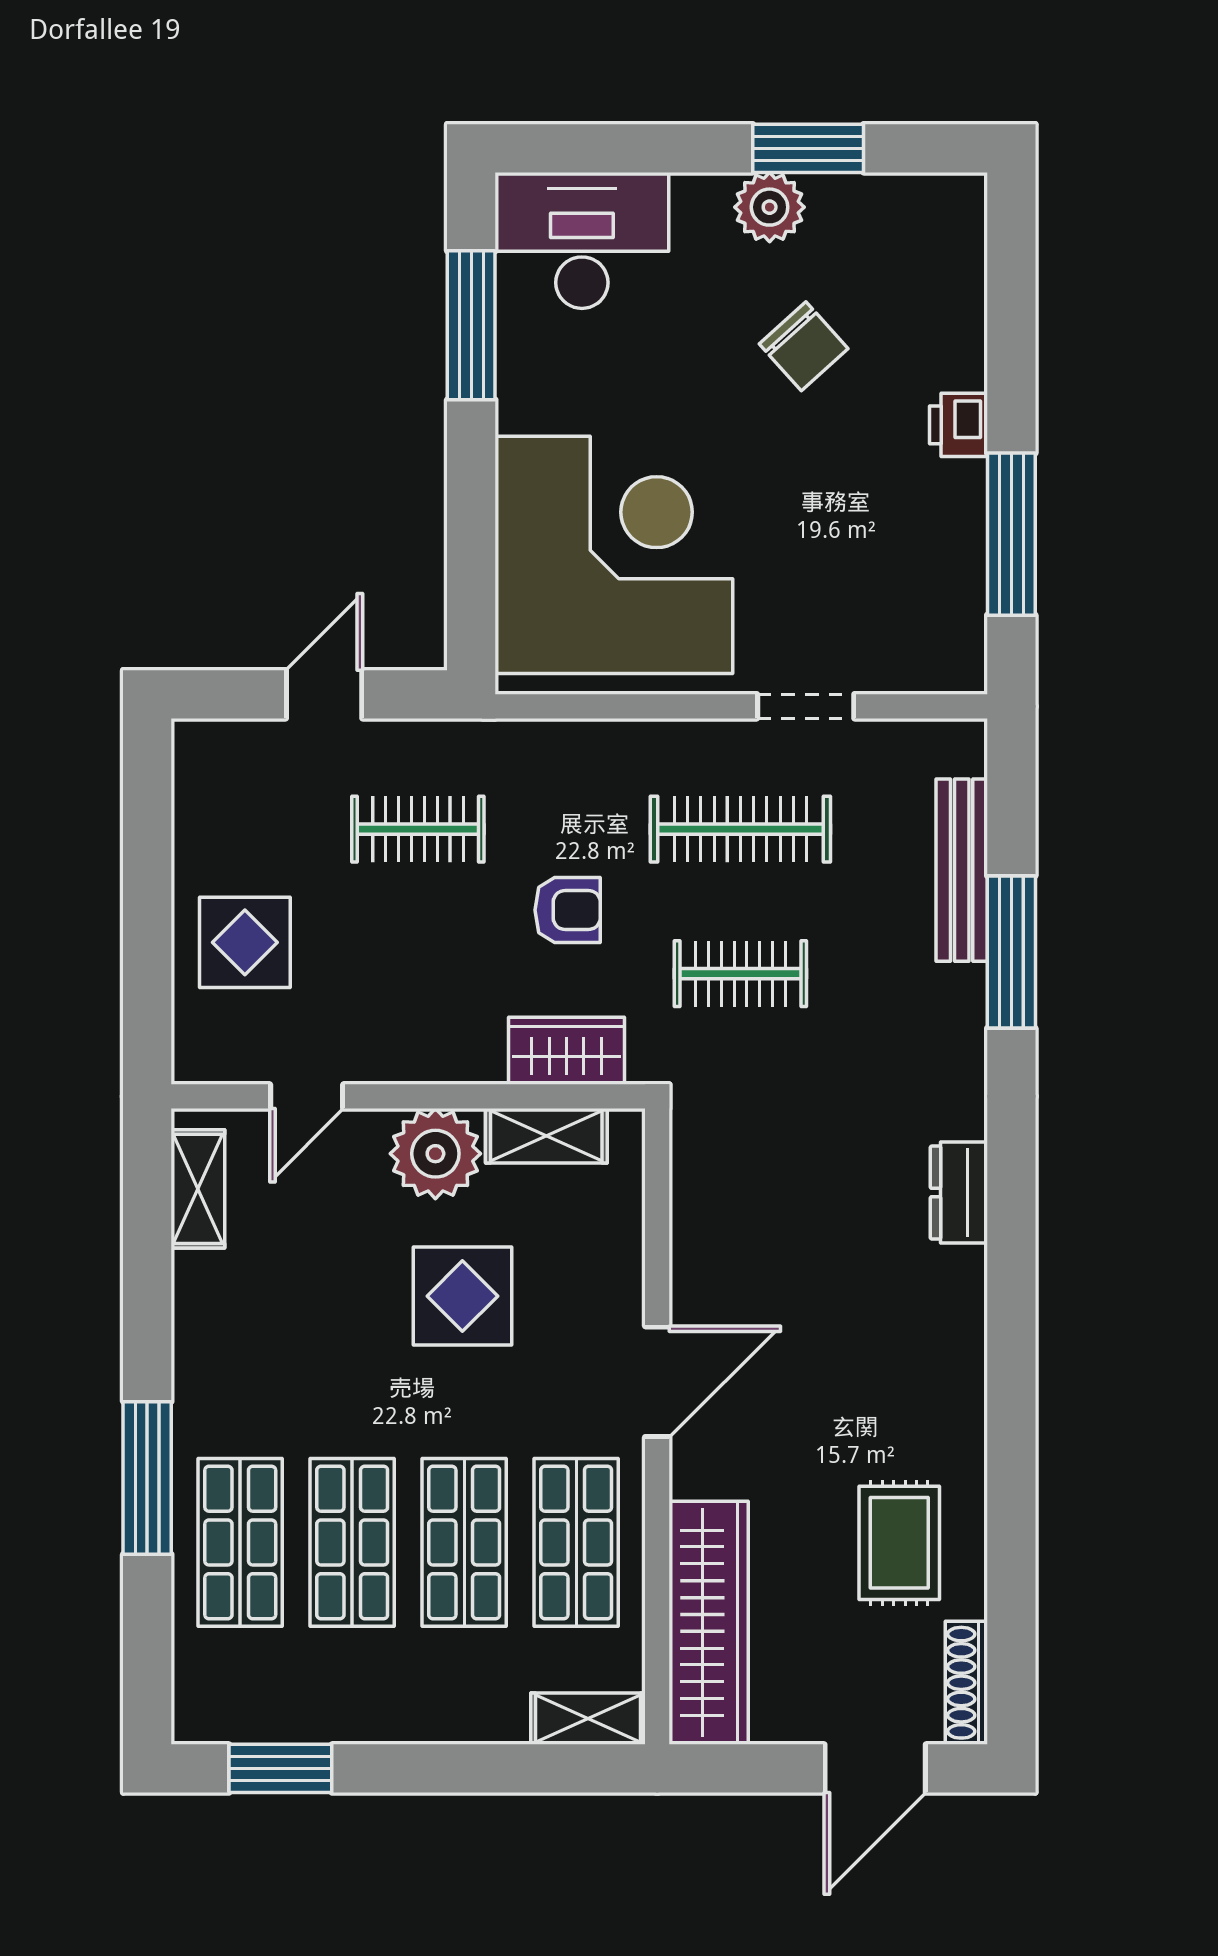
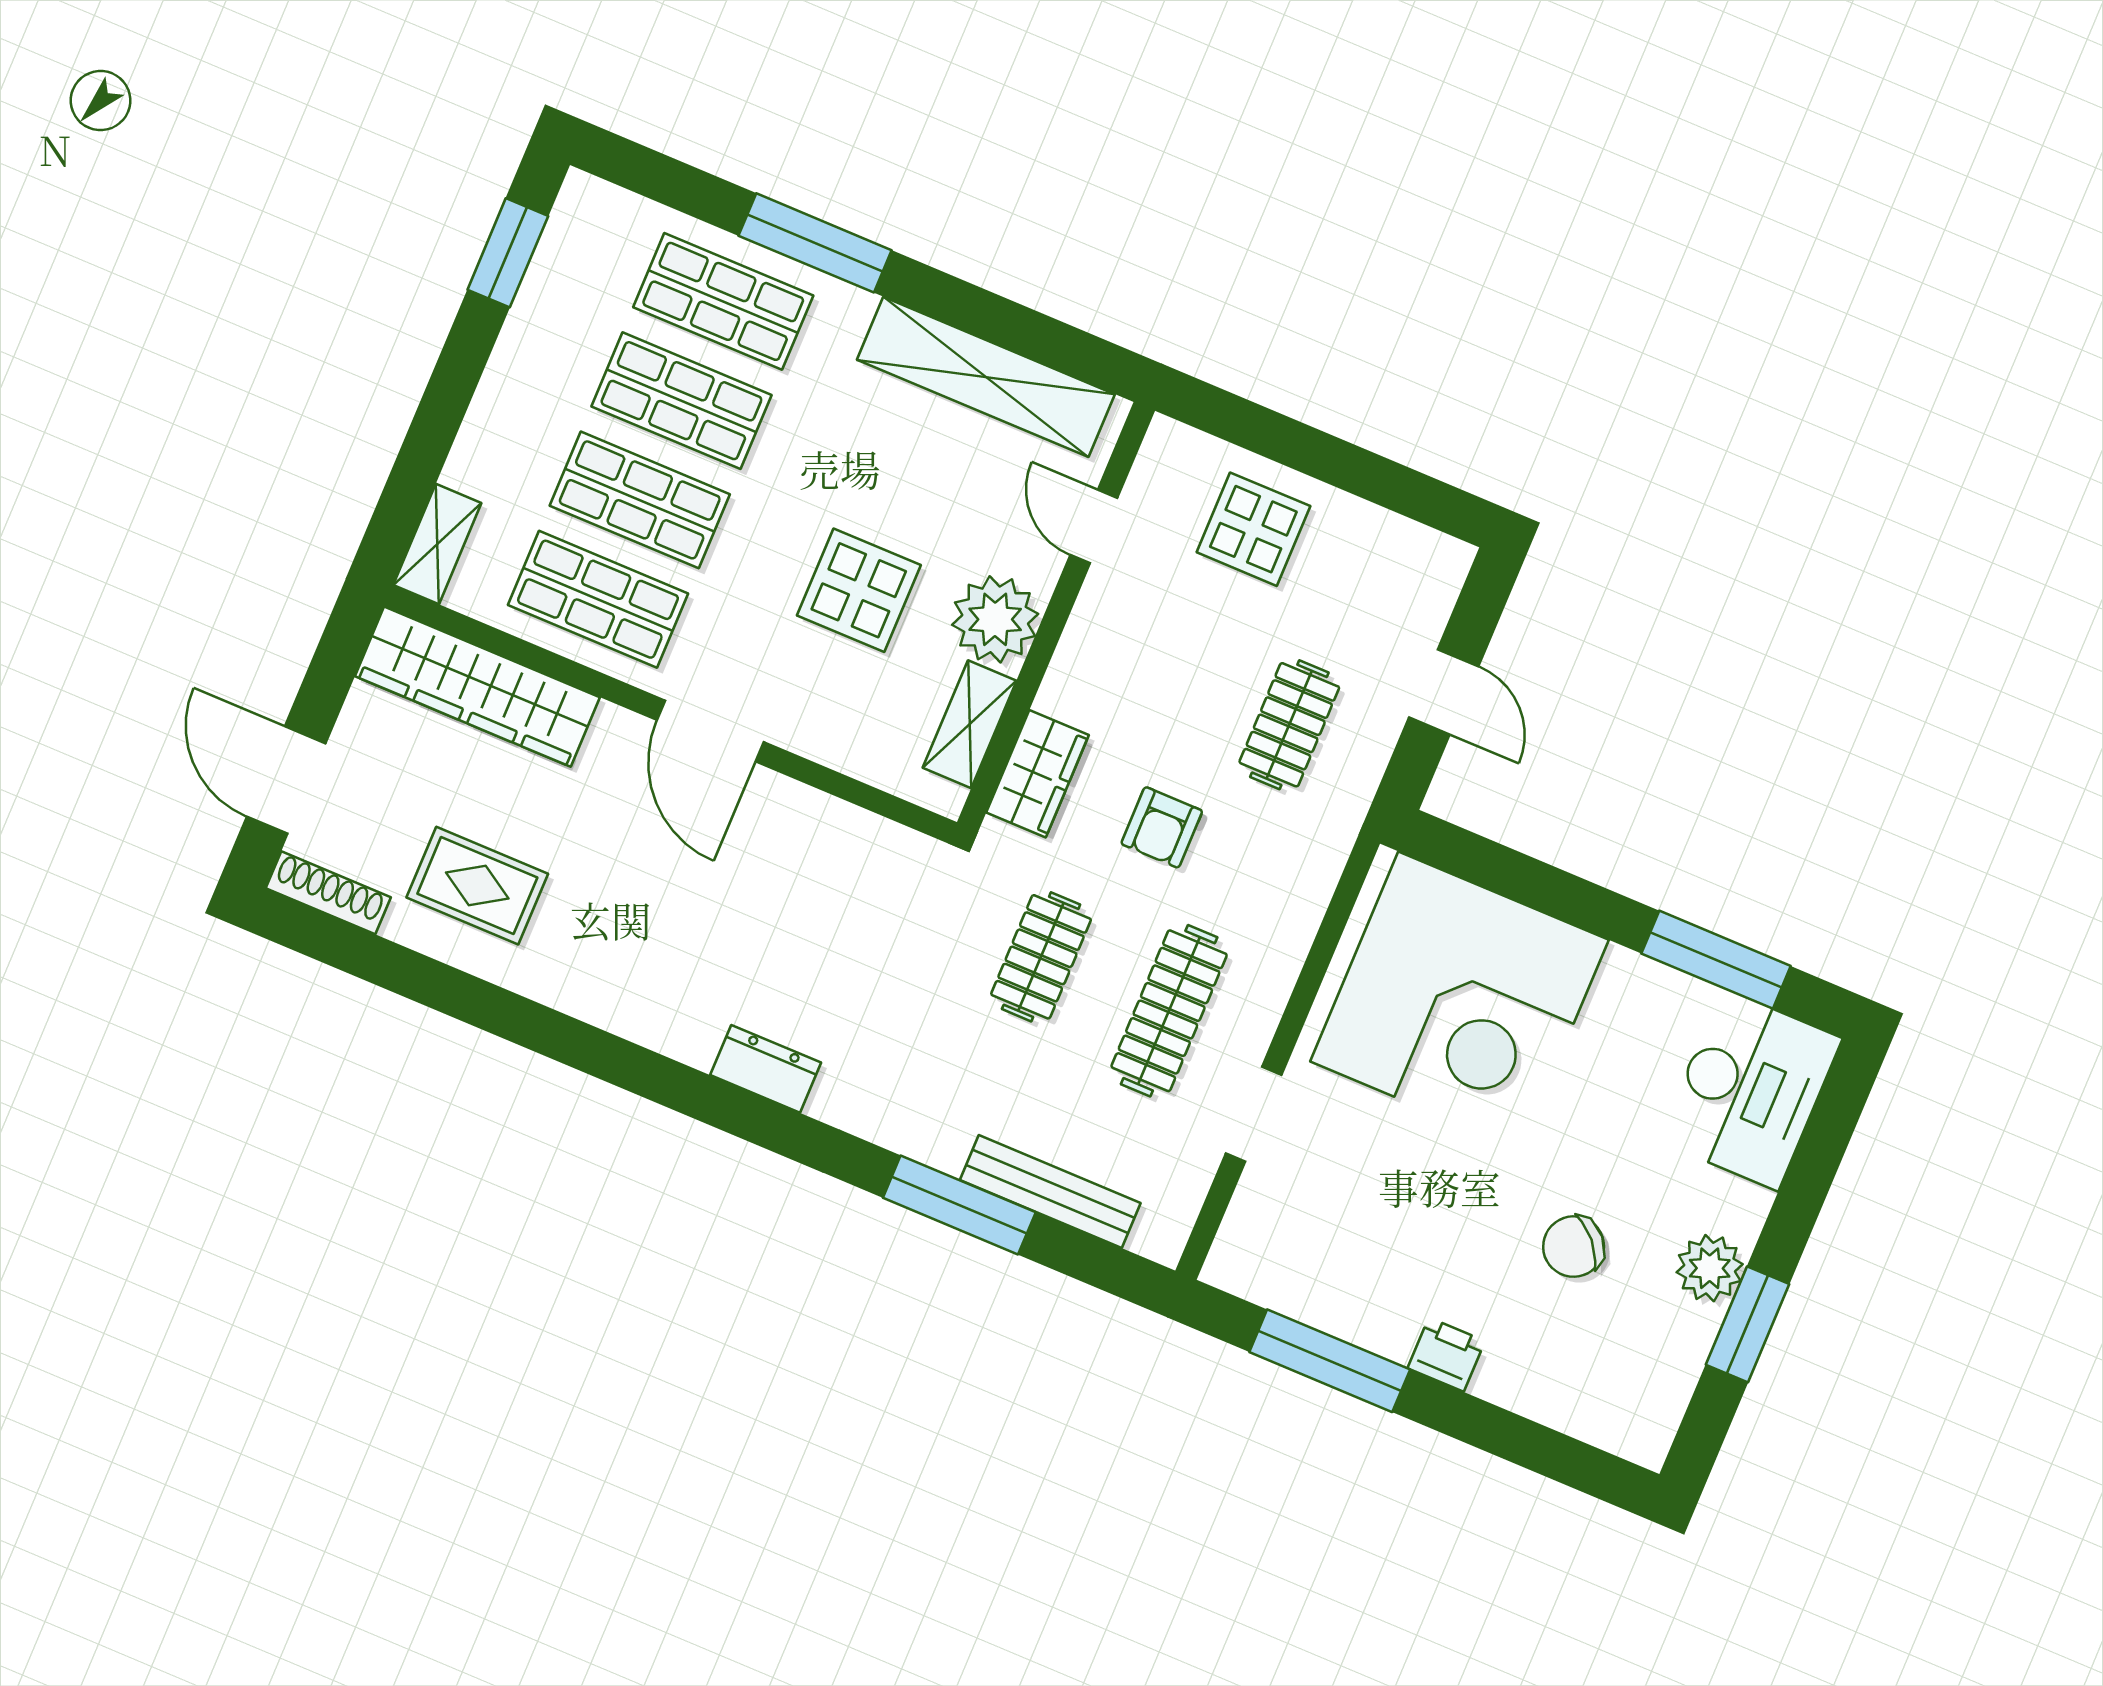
shelving: (198, 1189) -> (986, 377), width x2.20, depth x1.33

